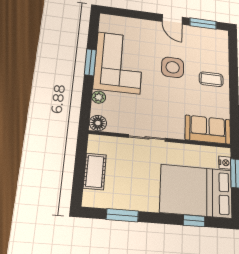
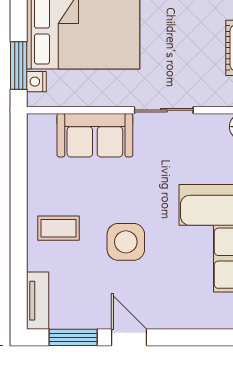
tv unit: (222, 44) -> (38, 301), added
sofa: (208, 130) -> (95, 135), moved

